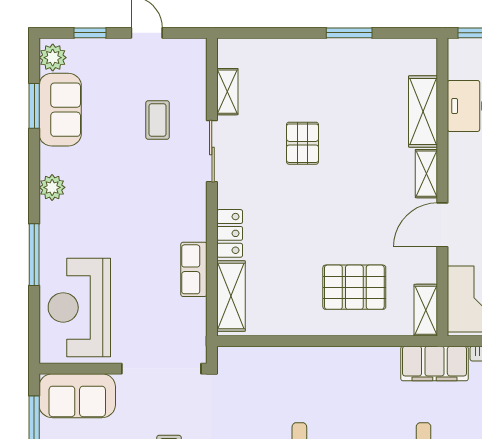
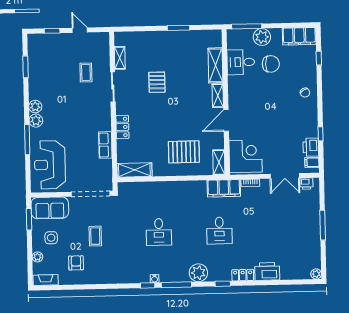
plant: (53, 58) -> (36, 121), moved
sofa: (60, 110) -> (38, 69), removed
shelving: (231, 296) -> (134, 170), moved, turned 90

